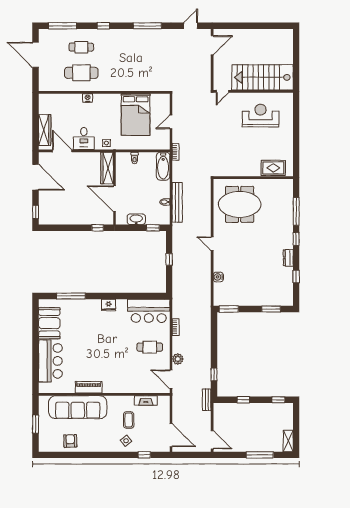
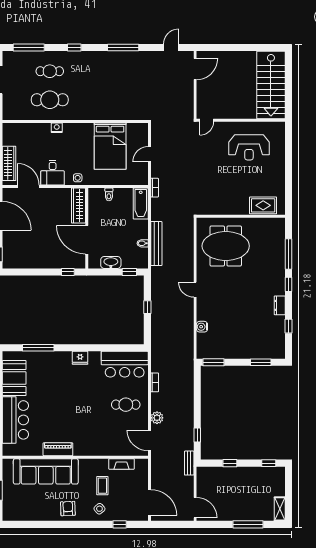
stairs: (263, 77) -> (271, 85), moved, turned -90
reception desk: (261, 116) -> (249, 147), turned 180
armchair: (70, 441) -> (68, 509), moved

